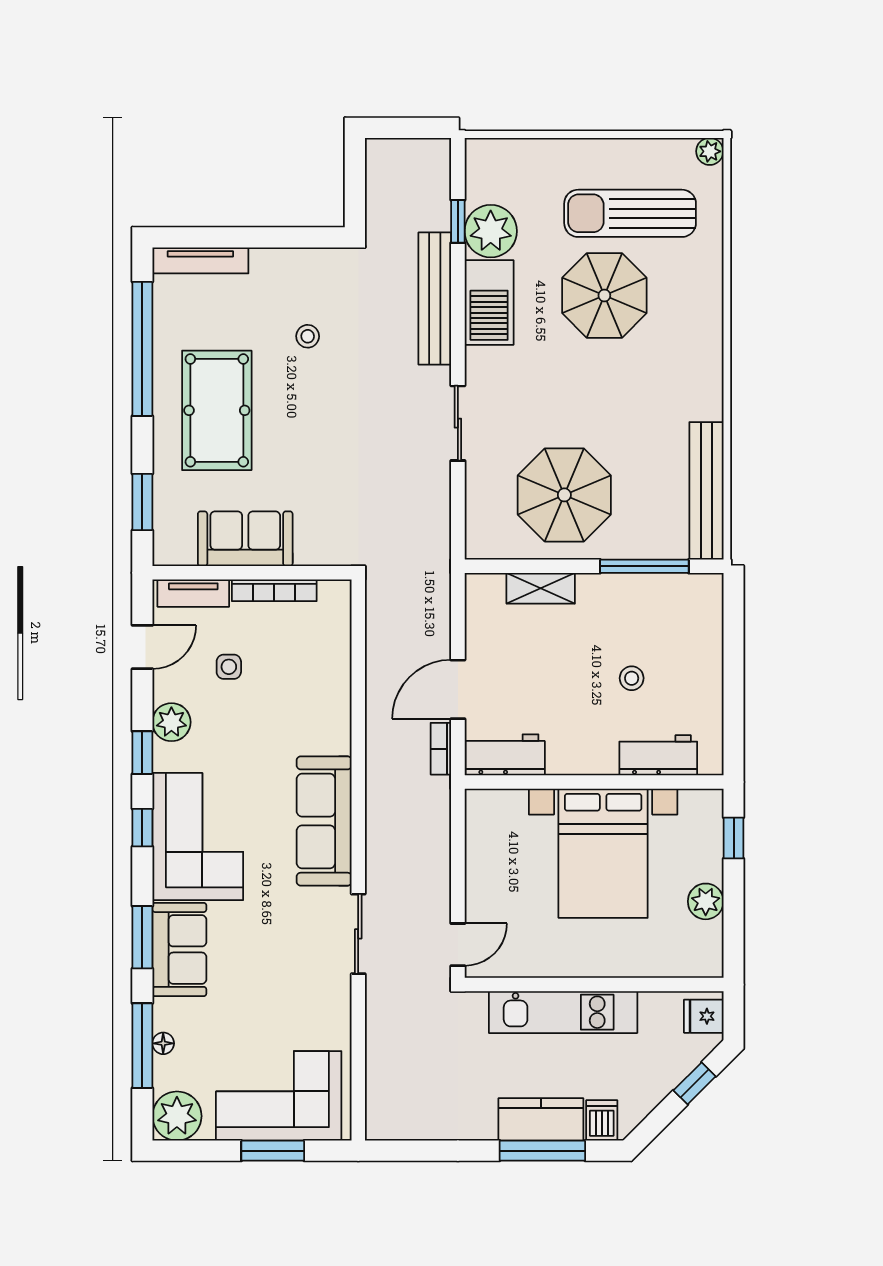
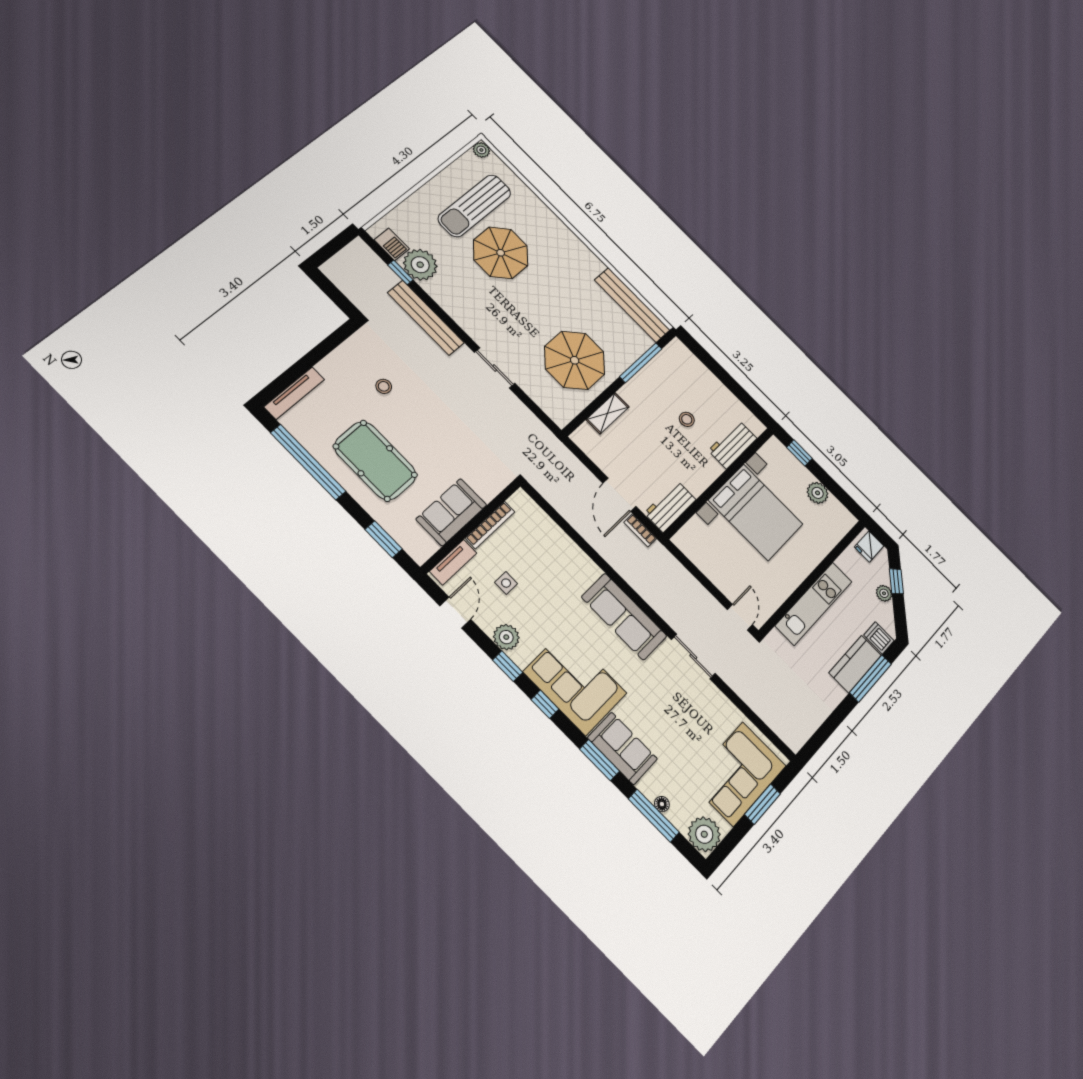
barbecue: (489, 302) -> (392, 244), moved, width x0.53, depth x0.65
plant: (664, 1081) -> (884, 593), added

